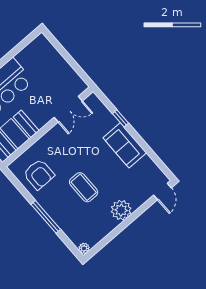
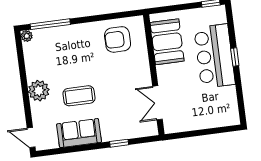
sofa: (125, 145) -> (79, 133), moved
coffee table: (84, 187) -> (79, 96), moved
window: (46, 217) -> (50, 24), moved

